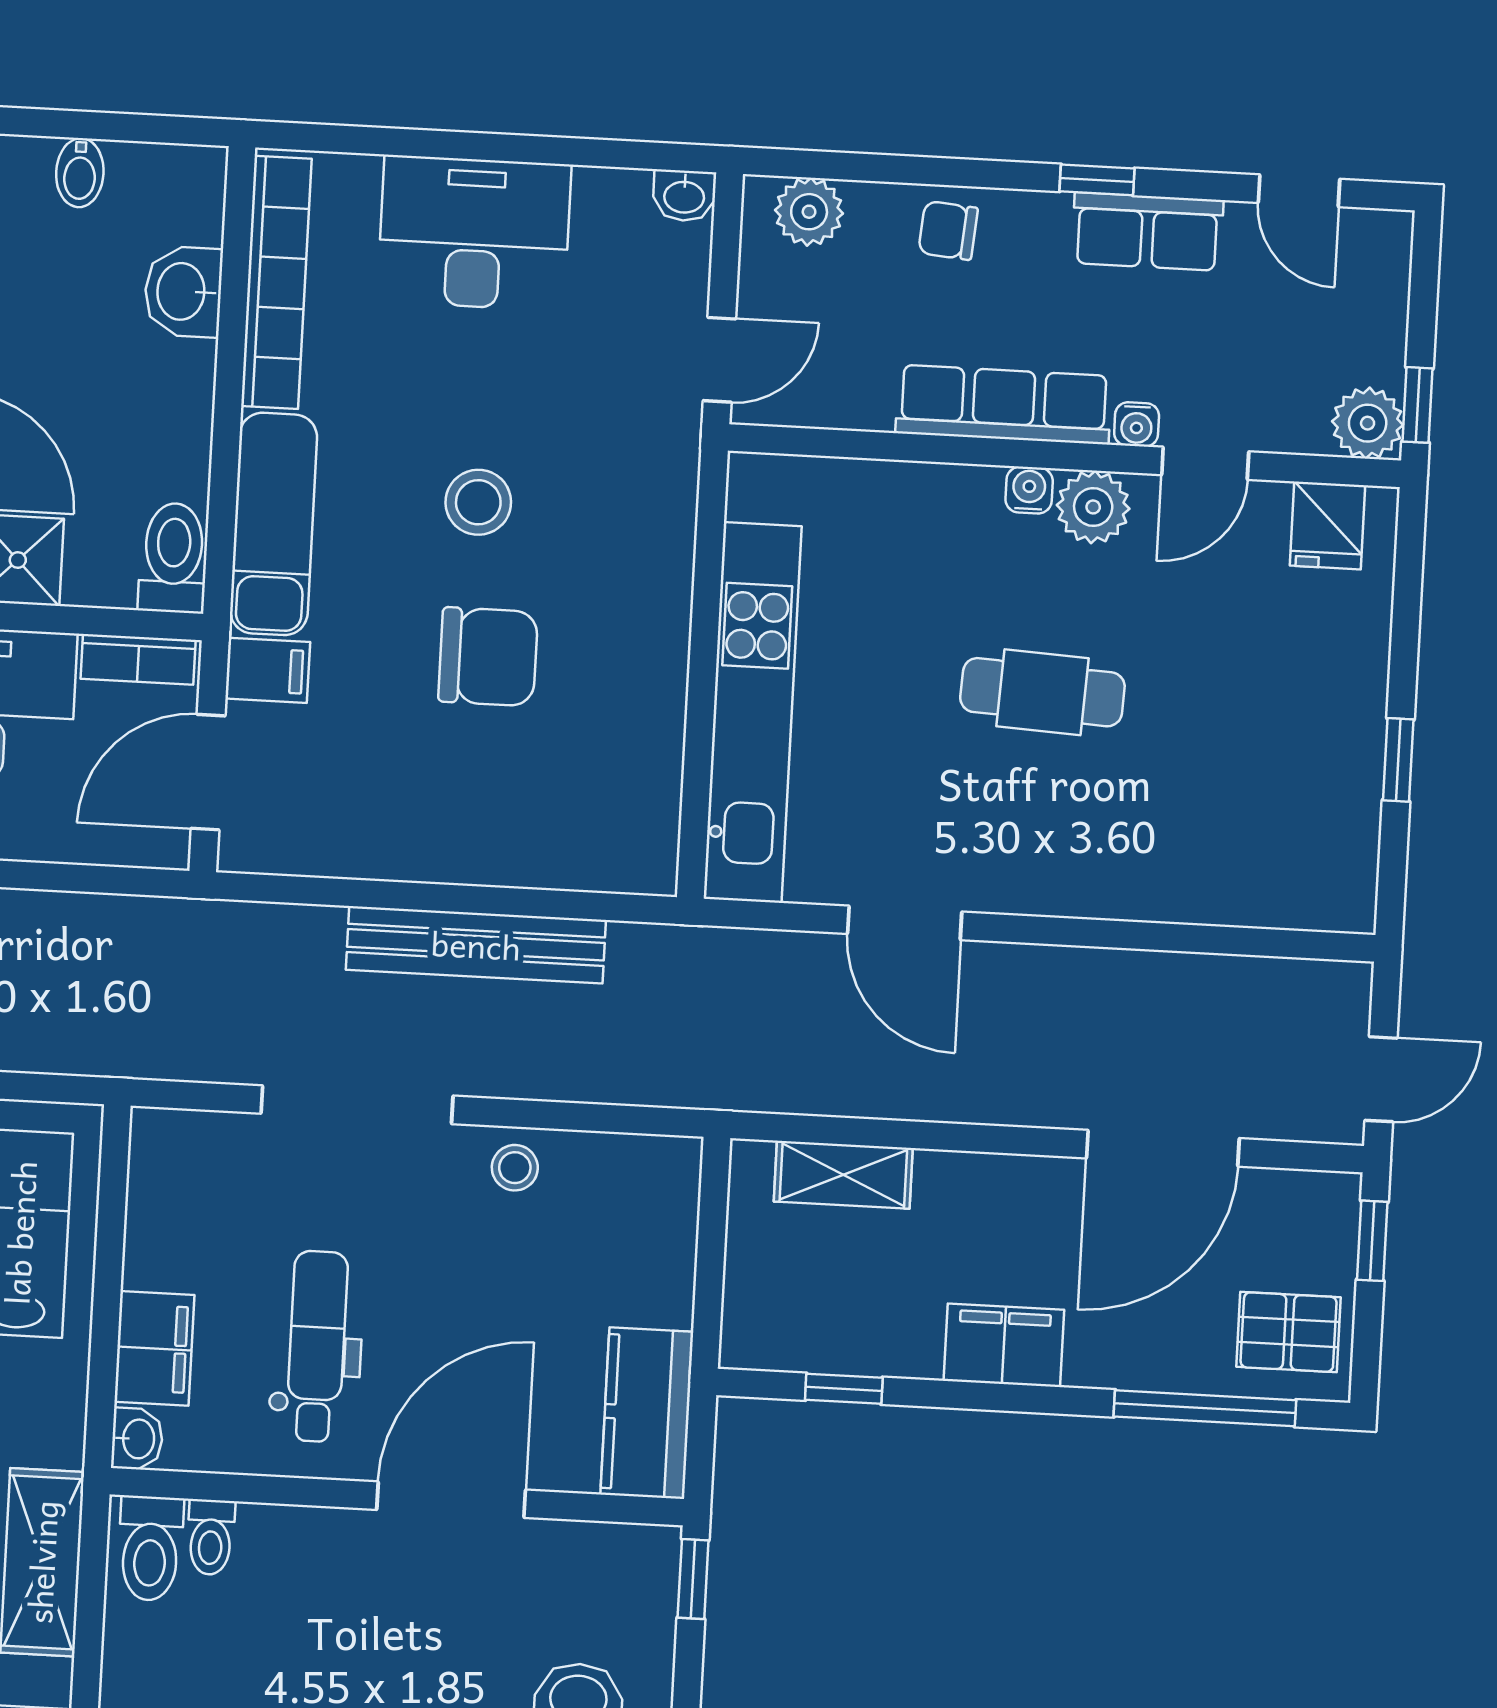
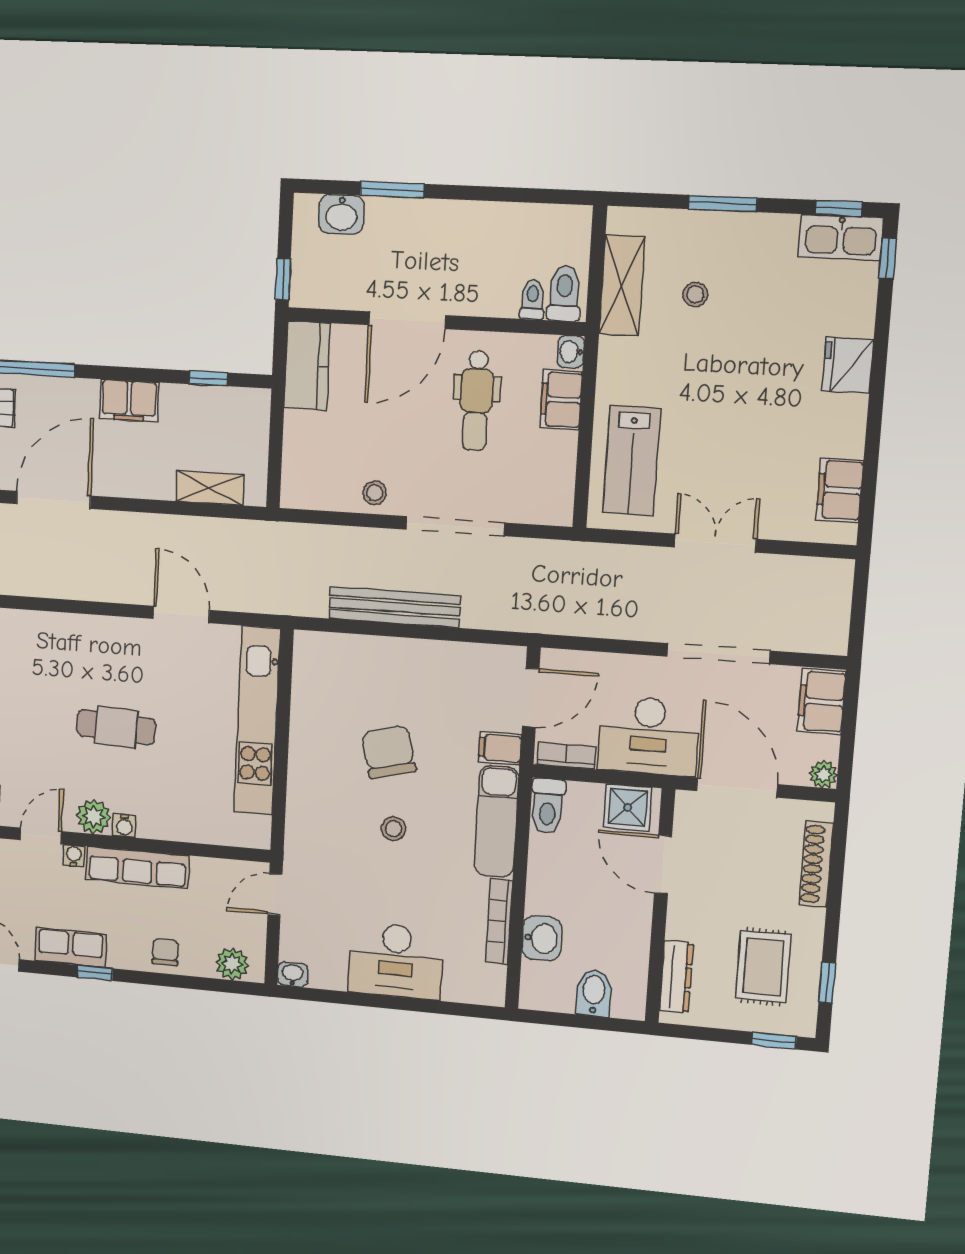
bidet: (80, 173) -> (594, 993), width x1.38, depth x1.36
chair: (948, 230) -> (165, 952), turned -95
bookcase: (276, 282) -> (499, 921), width x0.68, depth x0.76
stool: (478, 502) -> (394, 829), width x0.73, depth x0.73
chair: (488, 657) -> (389, 752), turned 76

